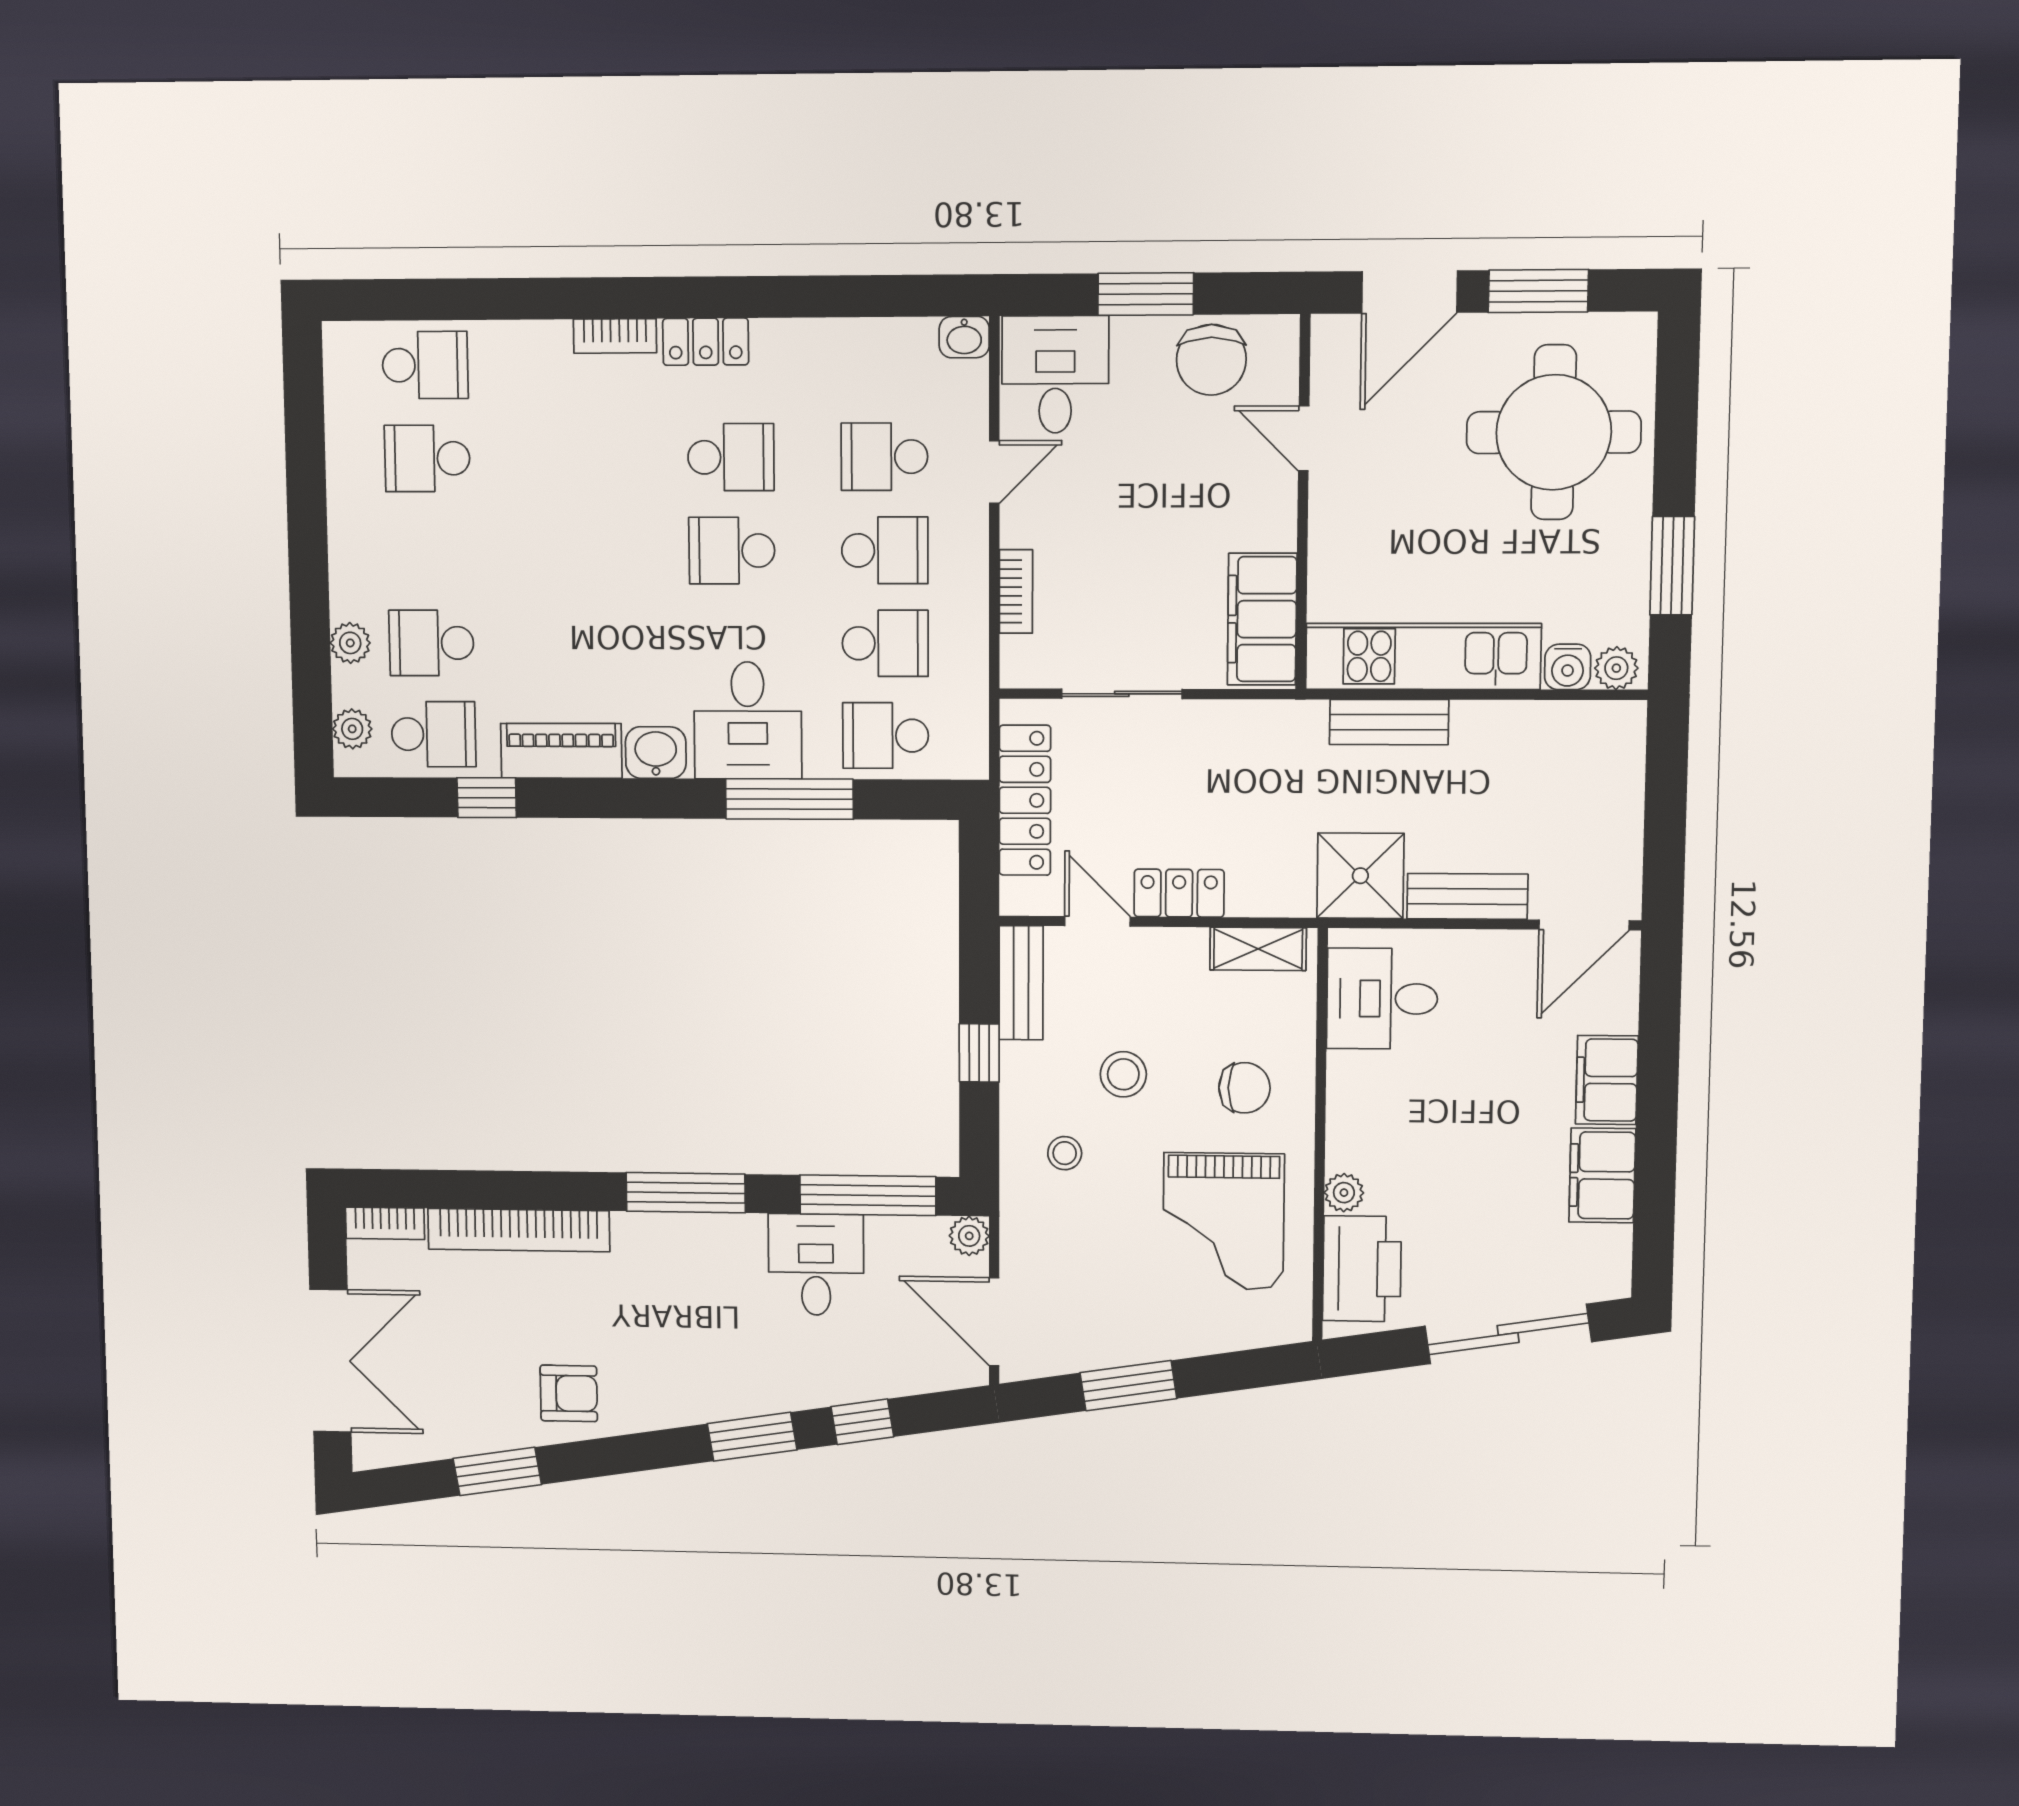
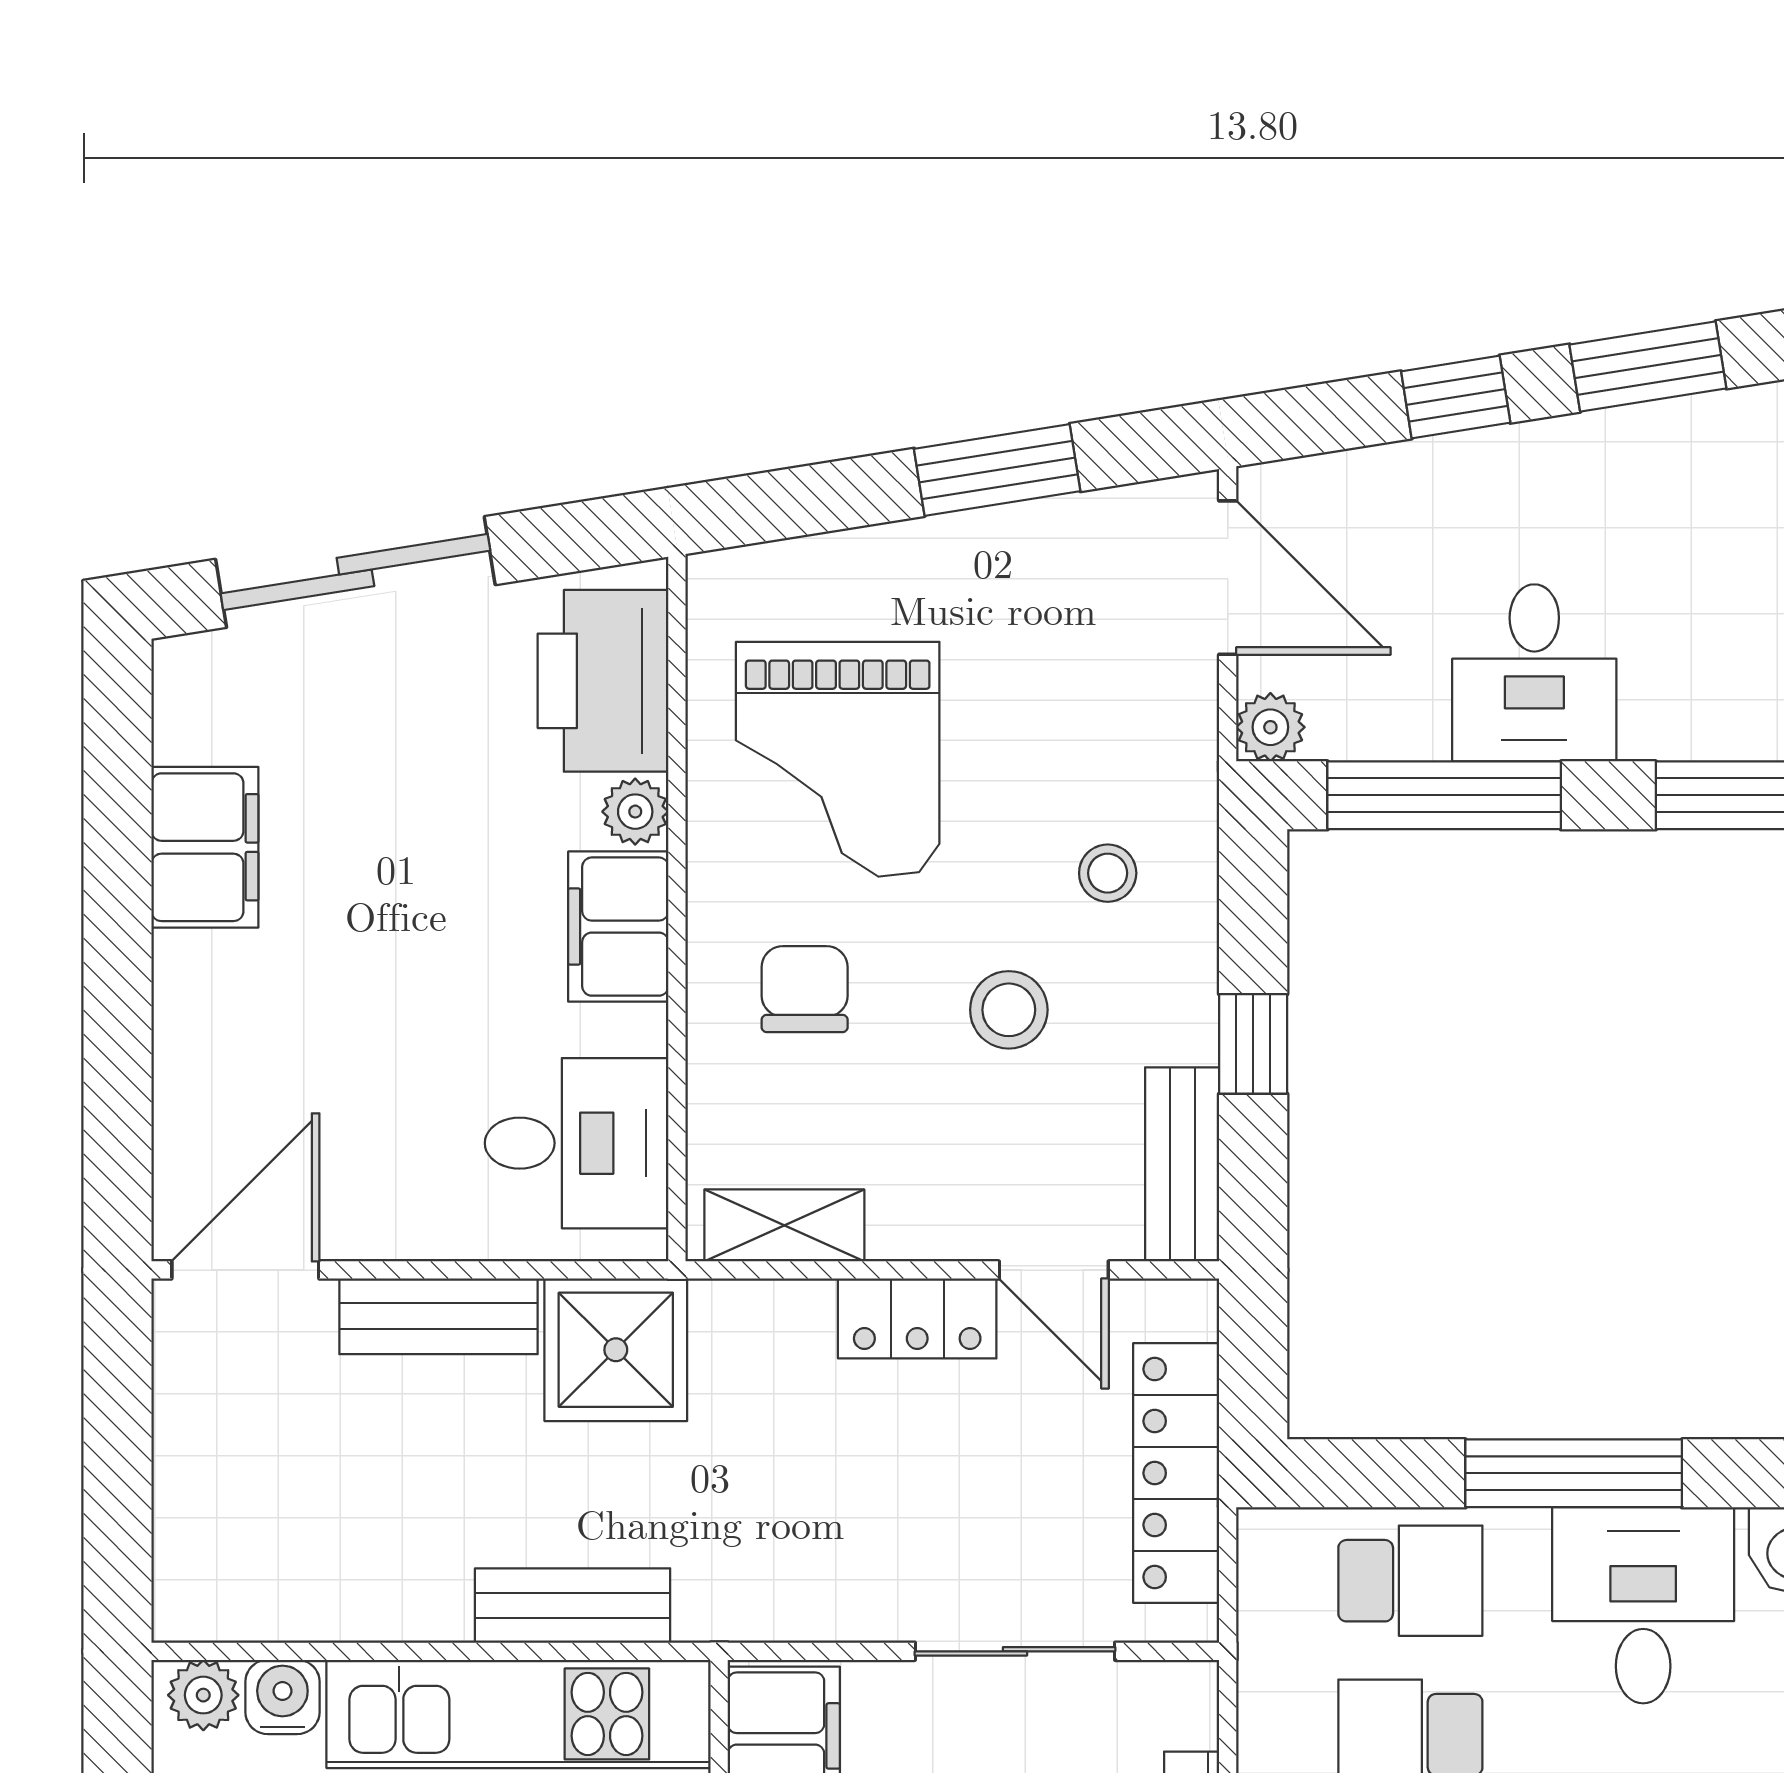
filing cabinet: (1607, 1080) -> (618, 927), moved, turned 180
chair: (1244, 1088) -> (805, 989), turned 90
grand piano: (1223, 1221) -> (838, 759), turned 180

